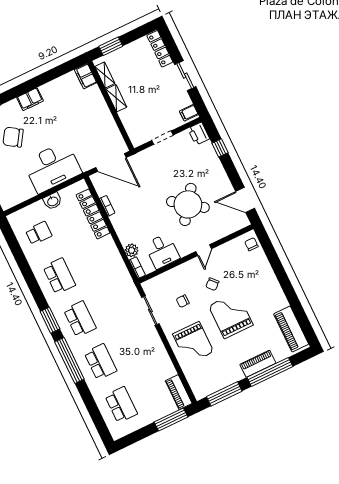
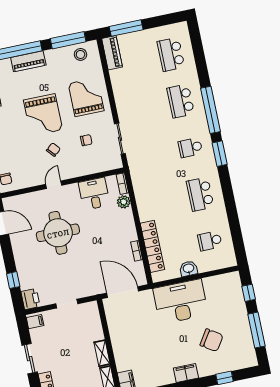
round table: (188, 204) -> (58, 233), turned -36
school desk: (80, 319) -> (190, 148), width x0.54
stool: (209, 383) -> (80, 54), added

